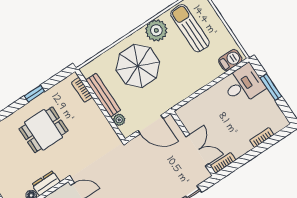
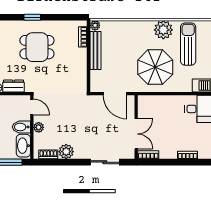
parasol: (138, 66) -> (155, 67), moved
window: (34, 94) -> (32, 17), moved
plant: (119, 120) -> (95, 25), moved

